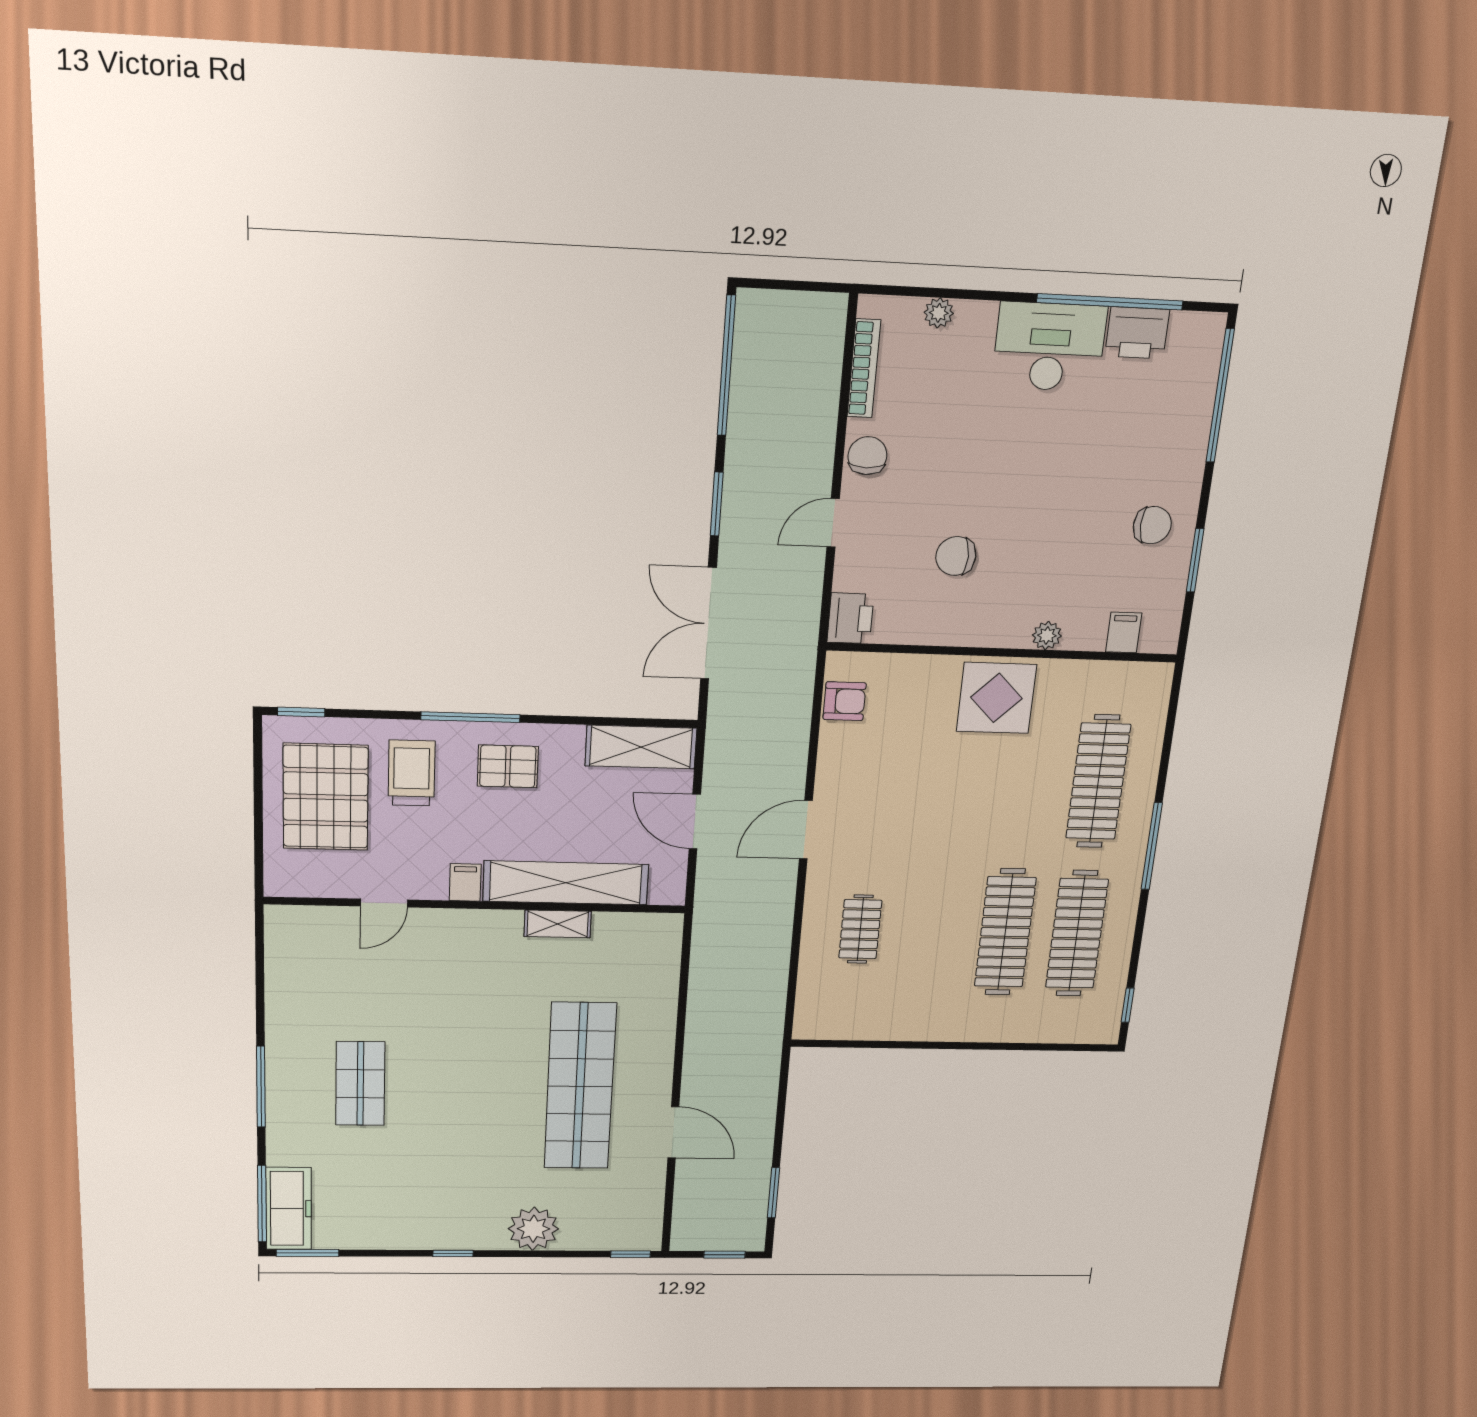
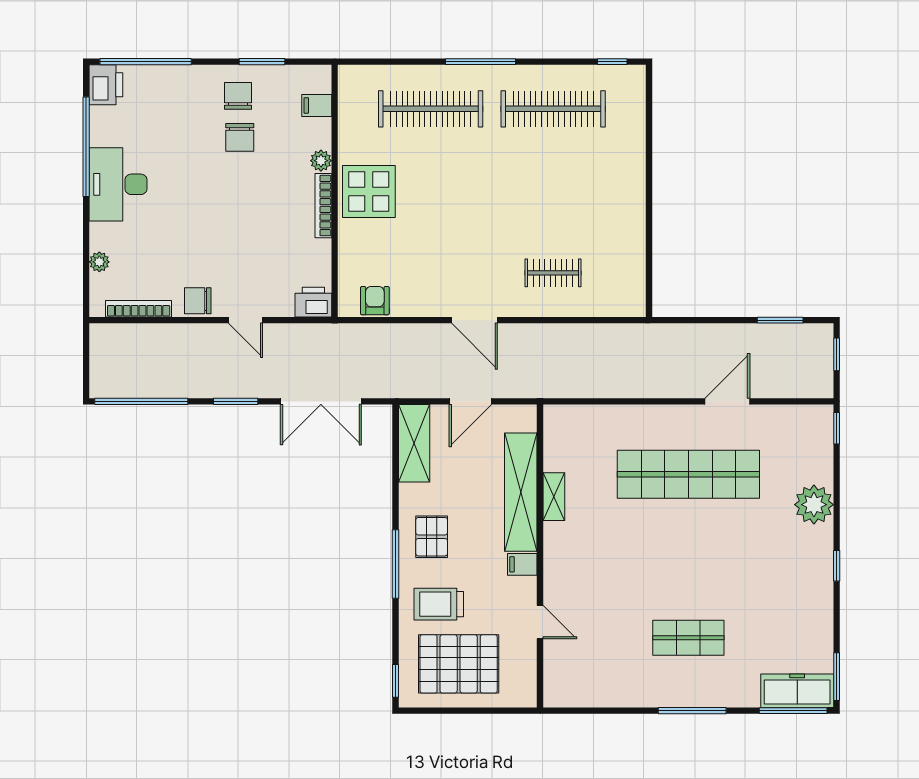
printer: (1137, 333) -> (106, 85), moved
chair: (956, 556) -> (240, 137), moved
bookcase: (984, 637) -> (323, 206), added
clothes rail: (1005, 932) -> (553, 164), removed

